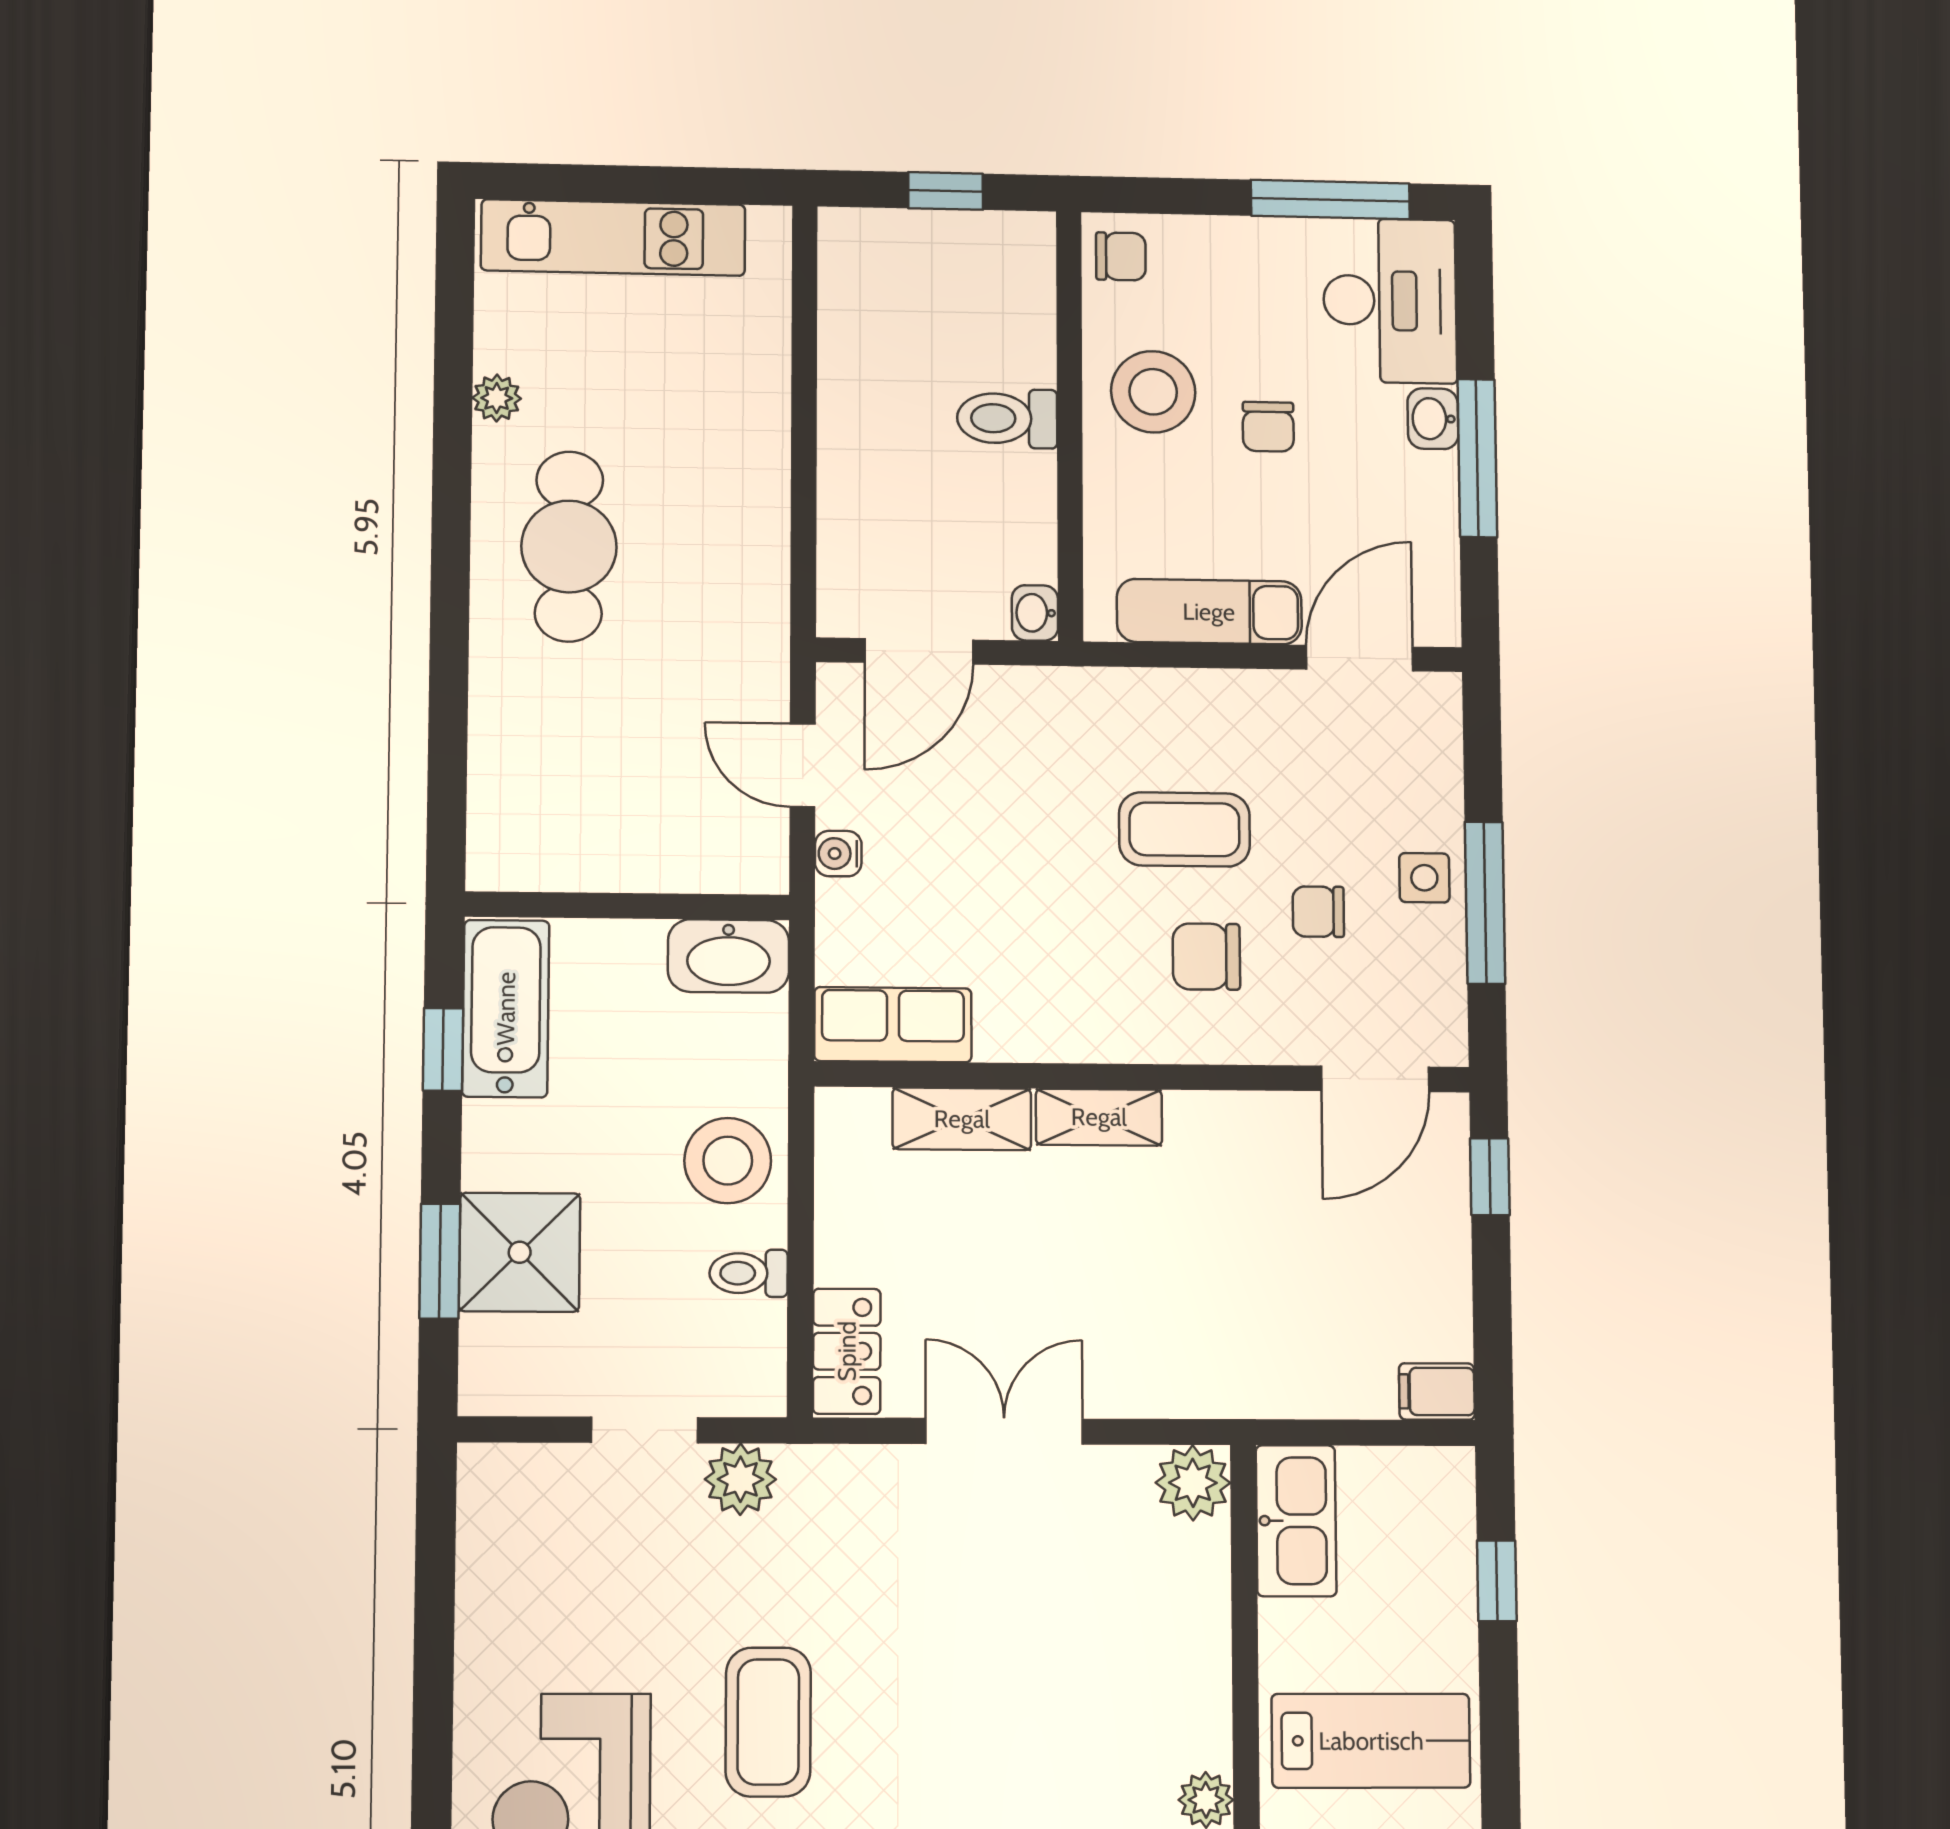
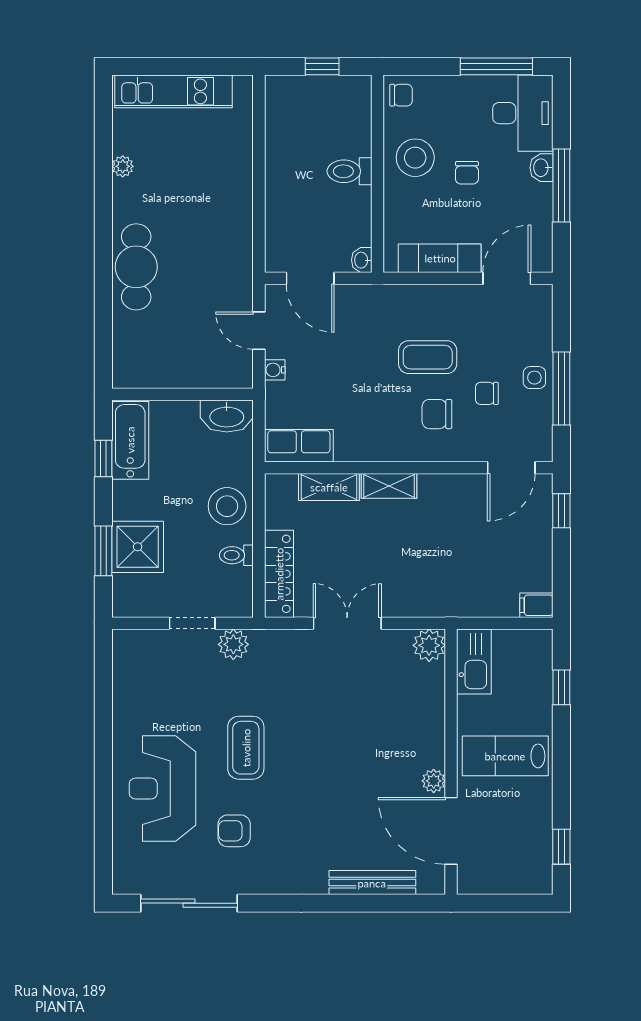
cafe table: (569, 547) -> (136, 267), moved
door: (919, 651) -> (310, 278), hinge flipped
locker: (847, 1351) -> (279, 574), width x1.53
lab bench: (1371, 1741) -> (505, 756), turned 180

